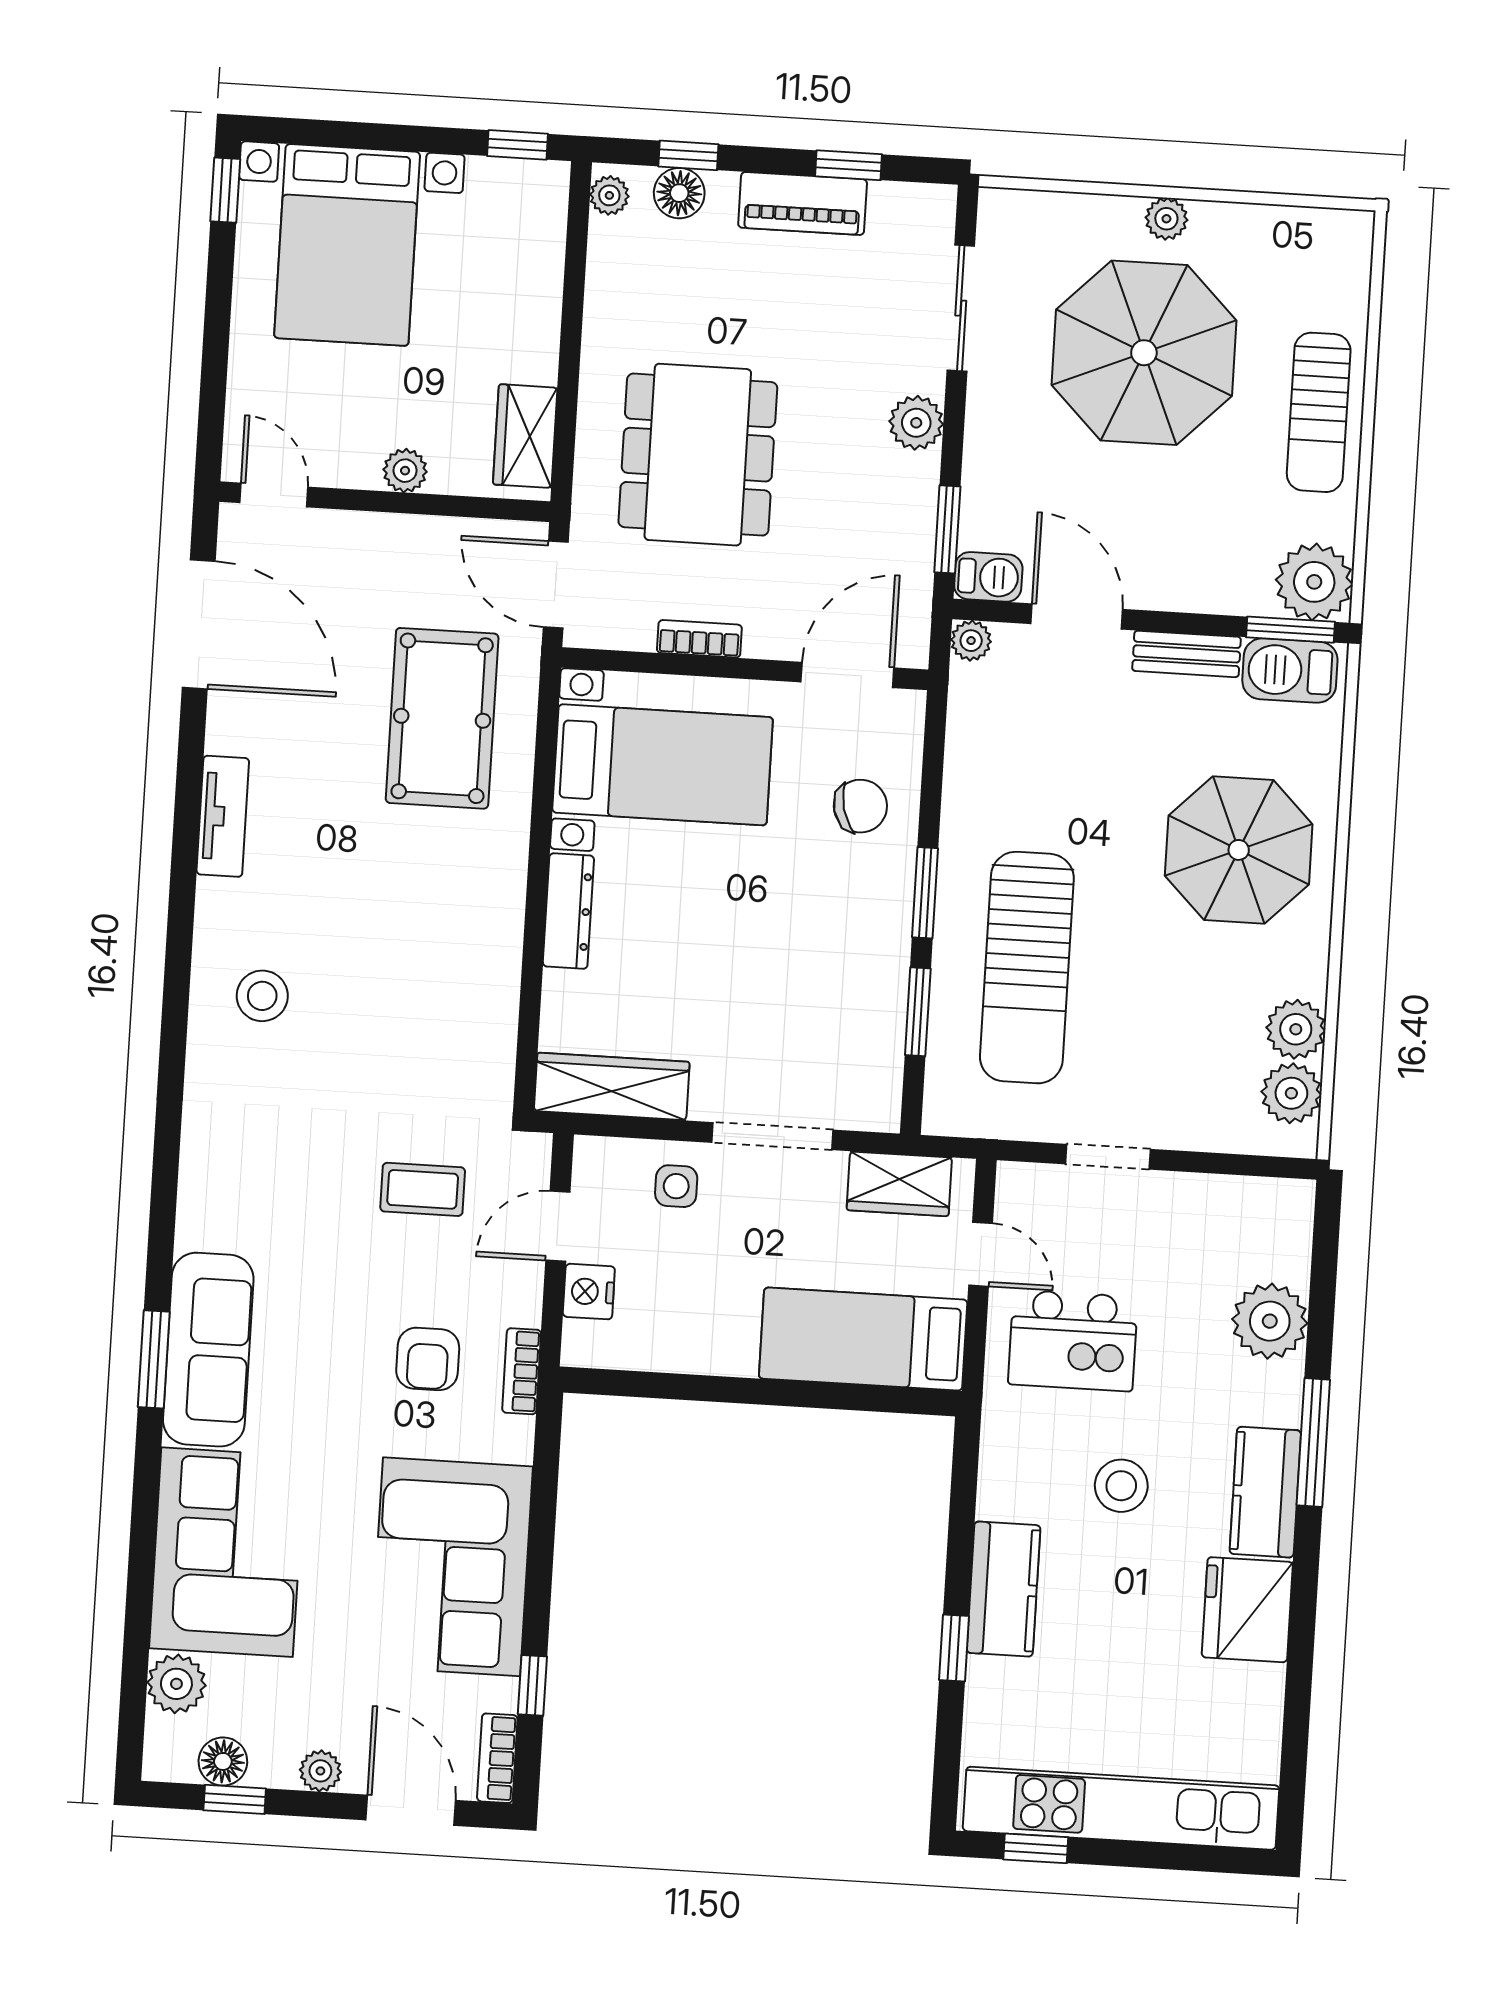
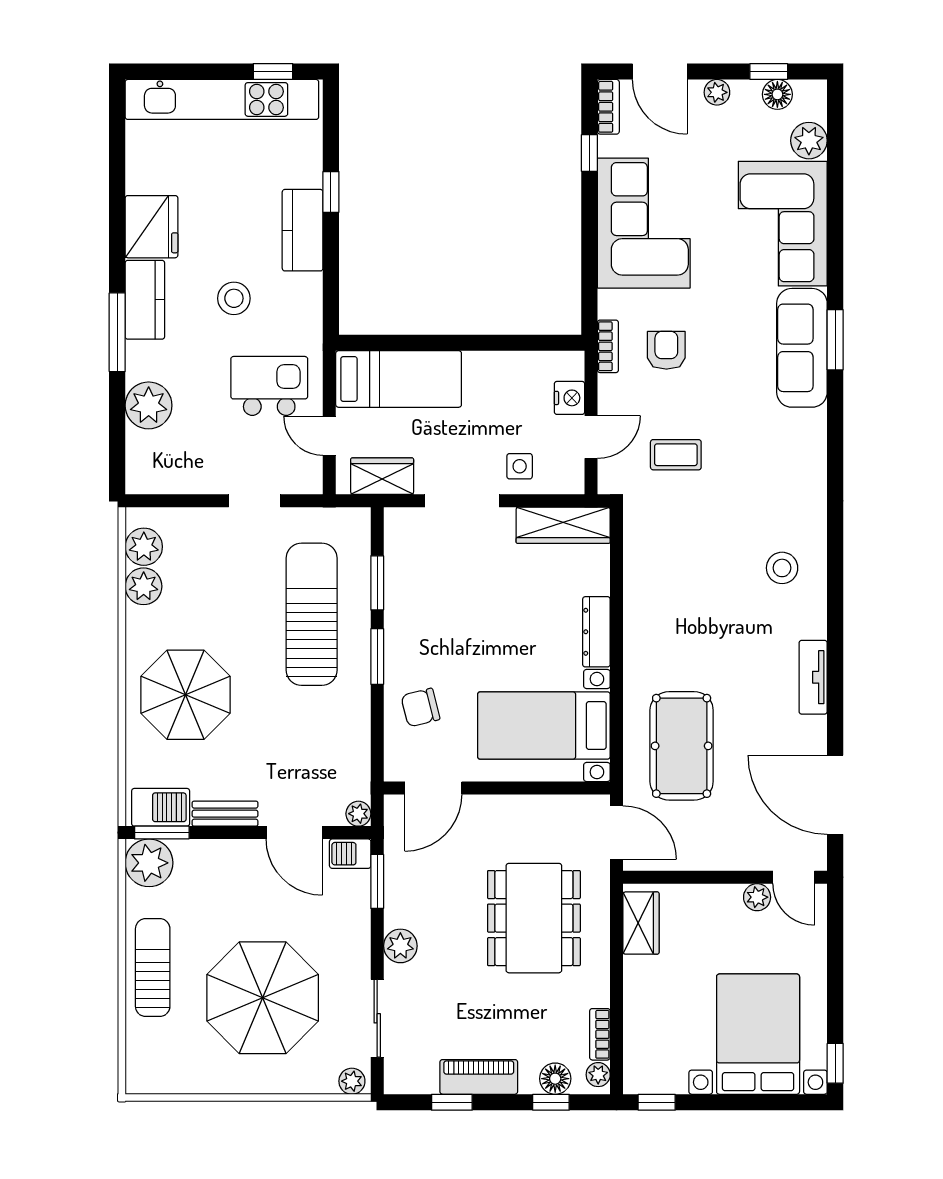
plant: (1166, 219) -> (352, 1081), moved
plant: (405, 471) -> (757, 897), moved
bookcase: (699, 639) -> (600, 1034), moved, turned 90

